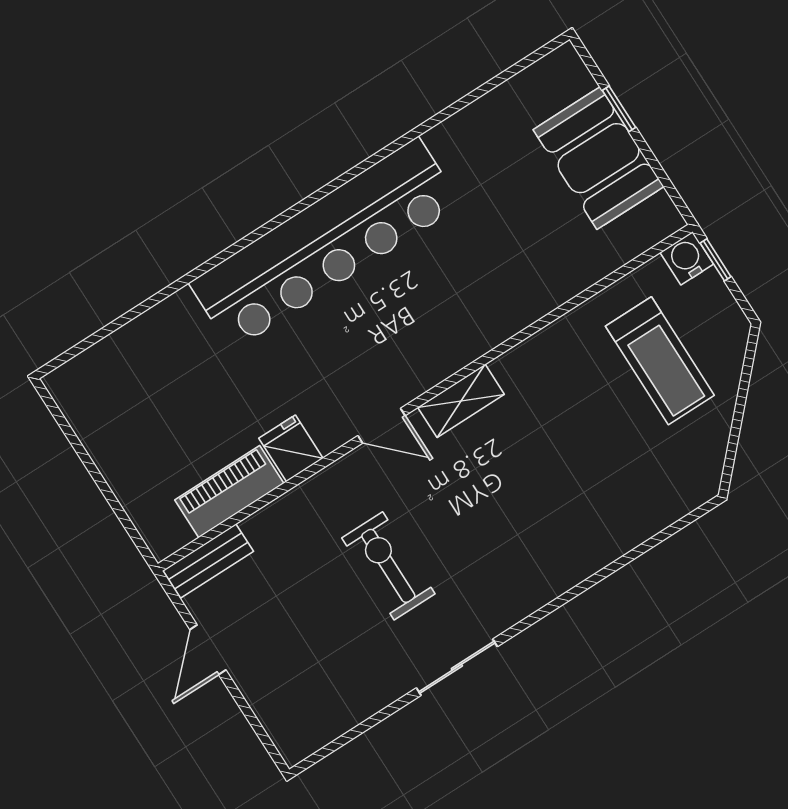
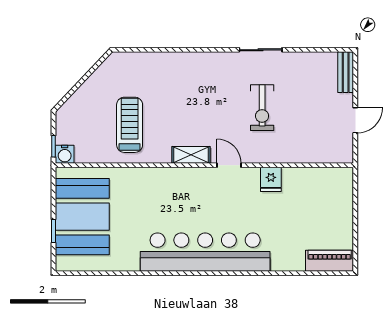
booth: (599, 158) -> (82, 217), width x1.36, depth x1.42
treadmill: (660, 361) -> (130, 125), moved
piano: (229, 492) -> (330, 261), moved, turned 180
bench: (208, 561) -> (346, 72), moved, turned 90

